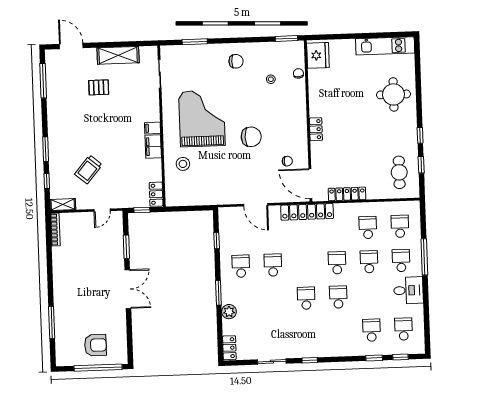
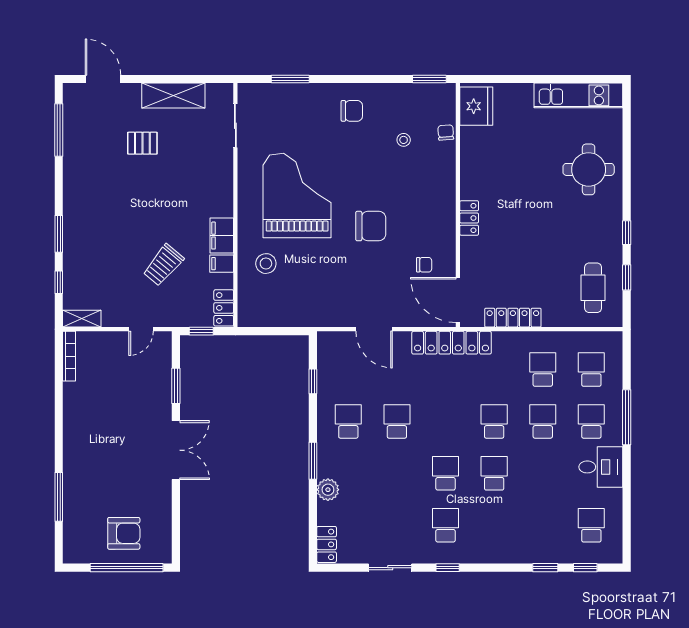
filing cabinet: (152, 128) -> (222, 264), moved
trolley: (88, 169) -> (163, 265), moved
school desk: (371, 330) -> (446, 525), moved

